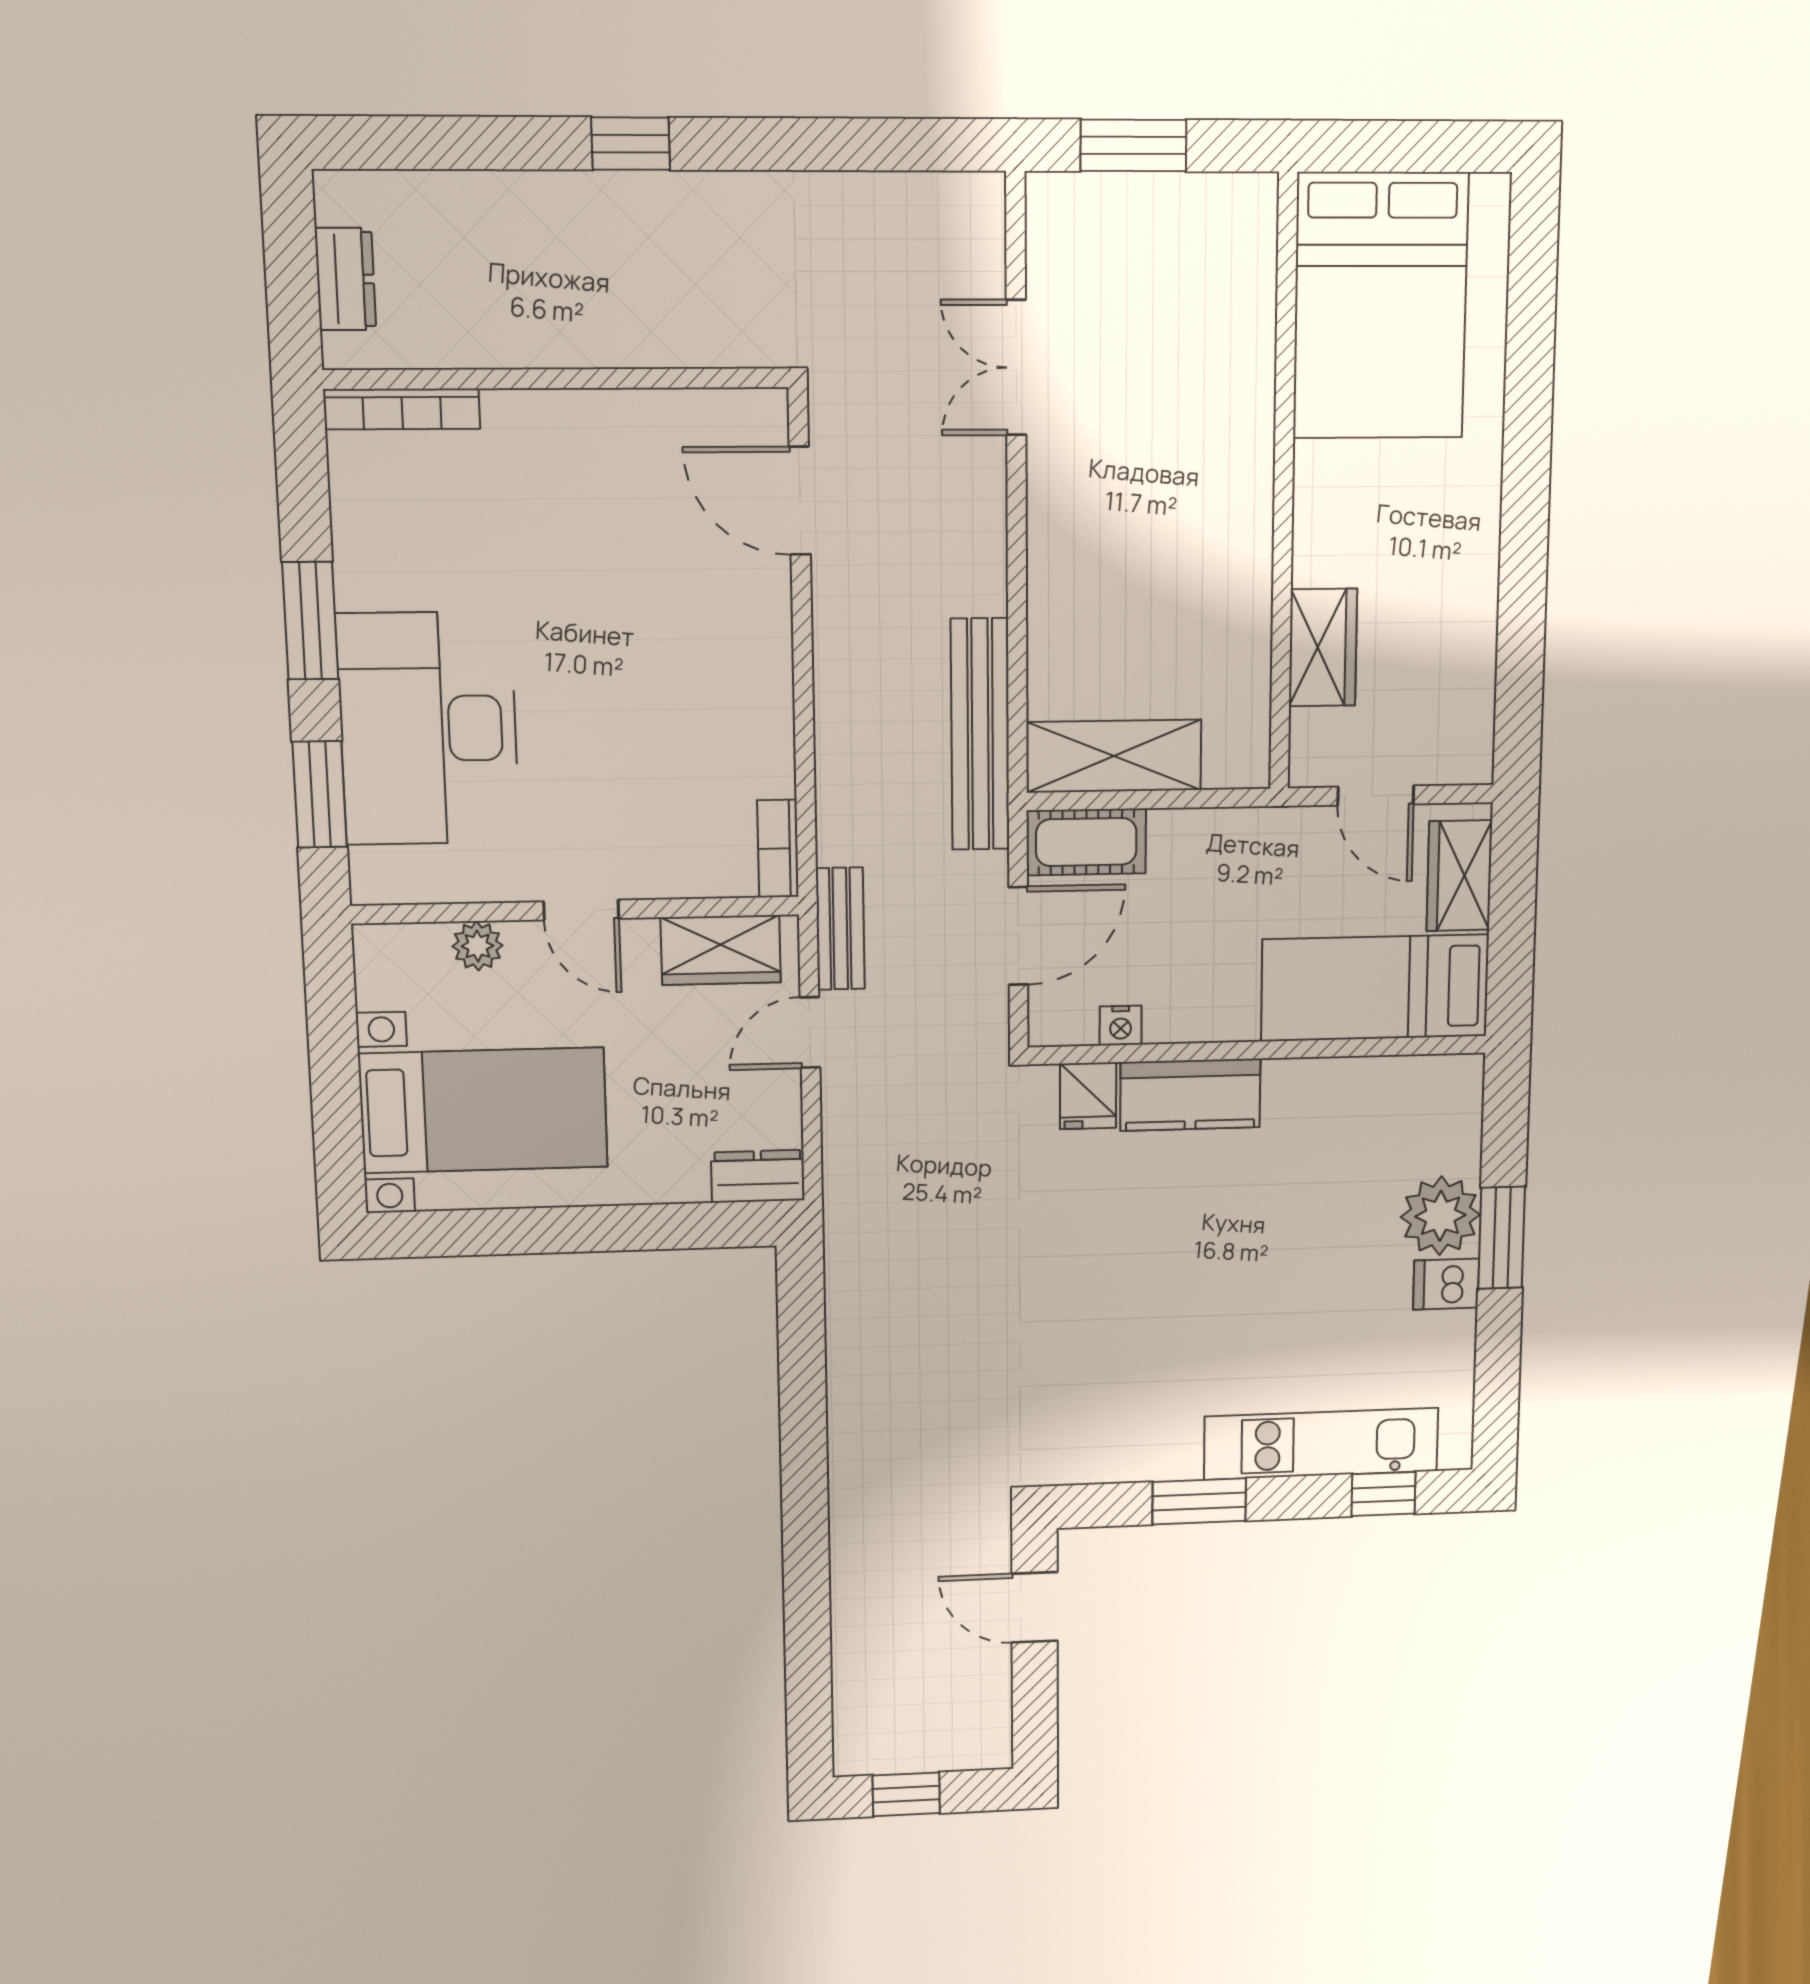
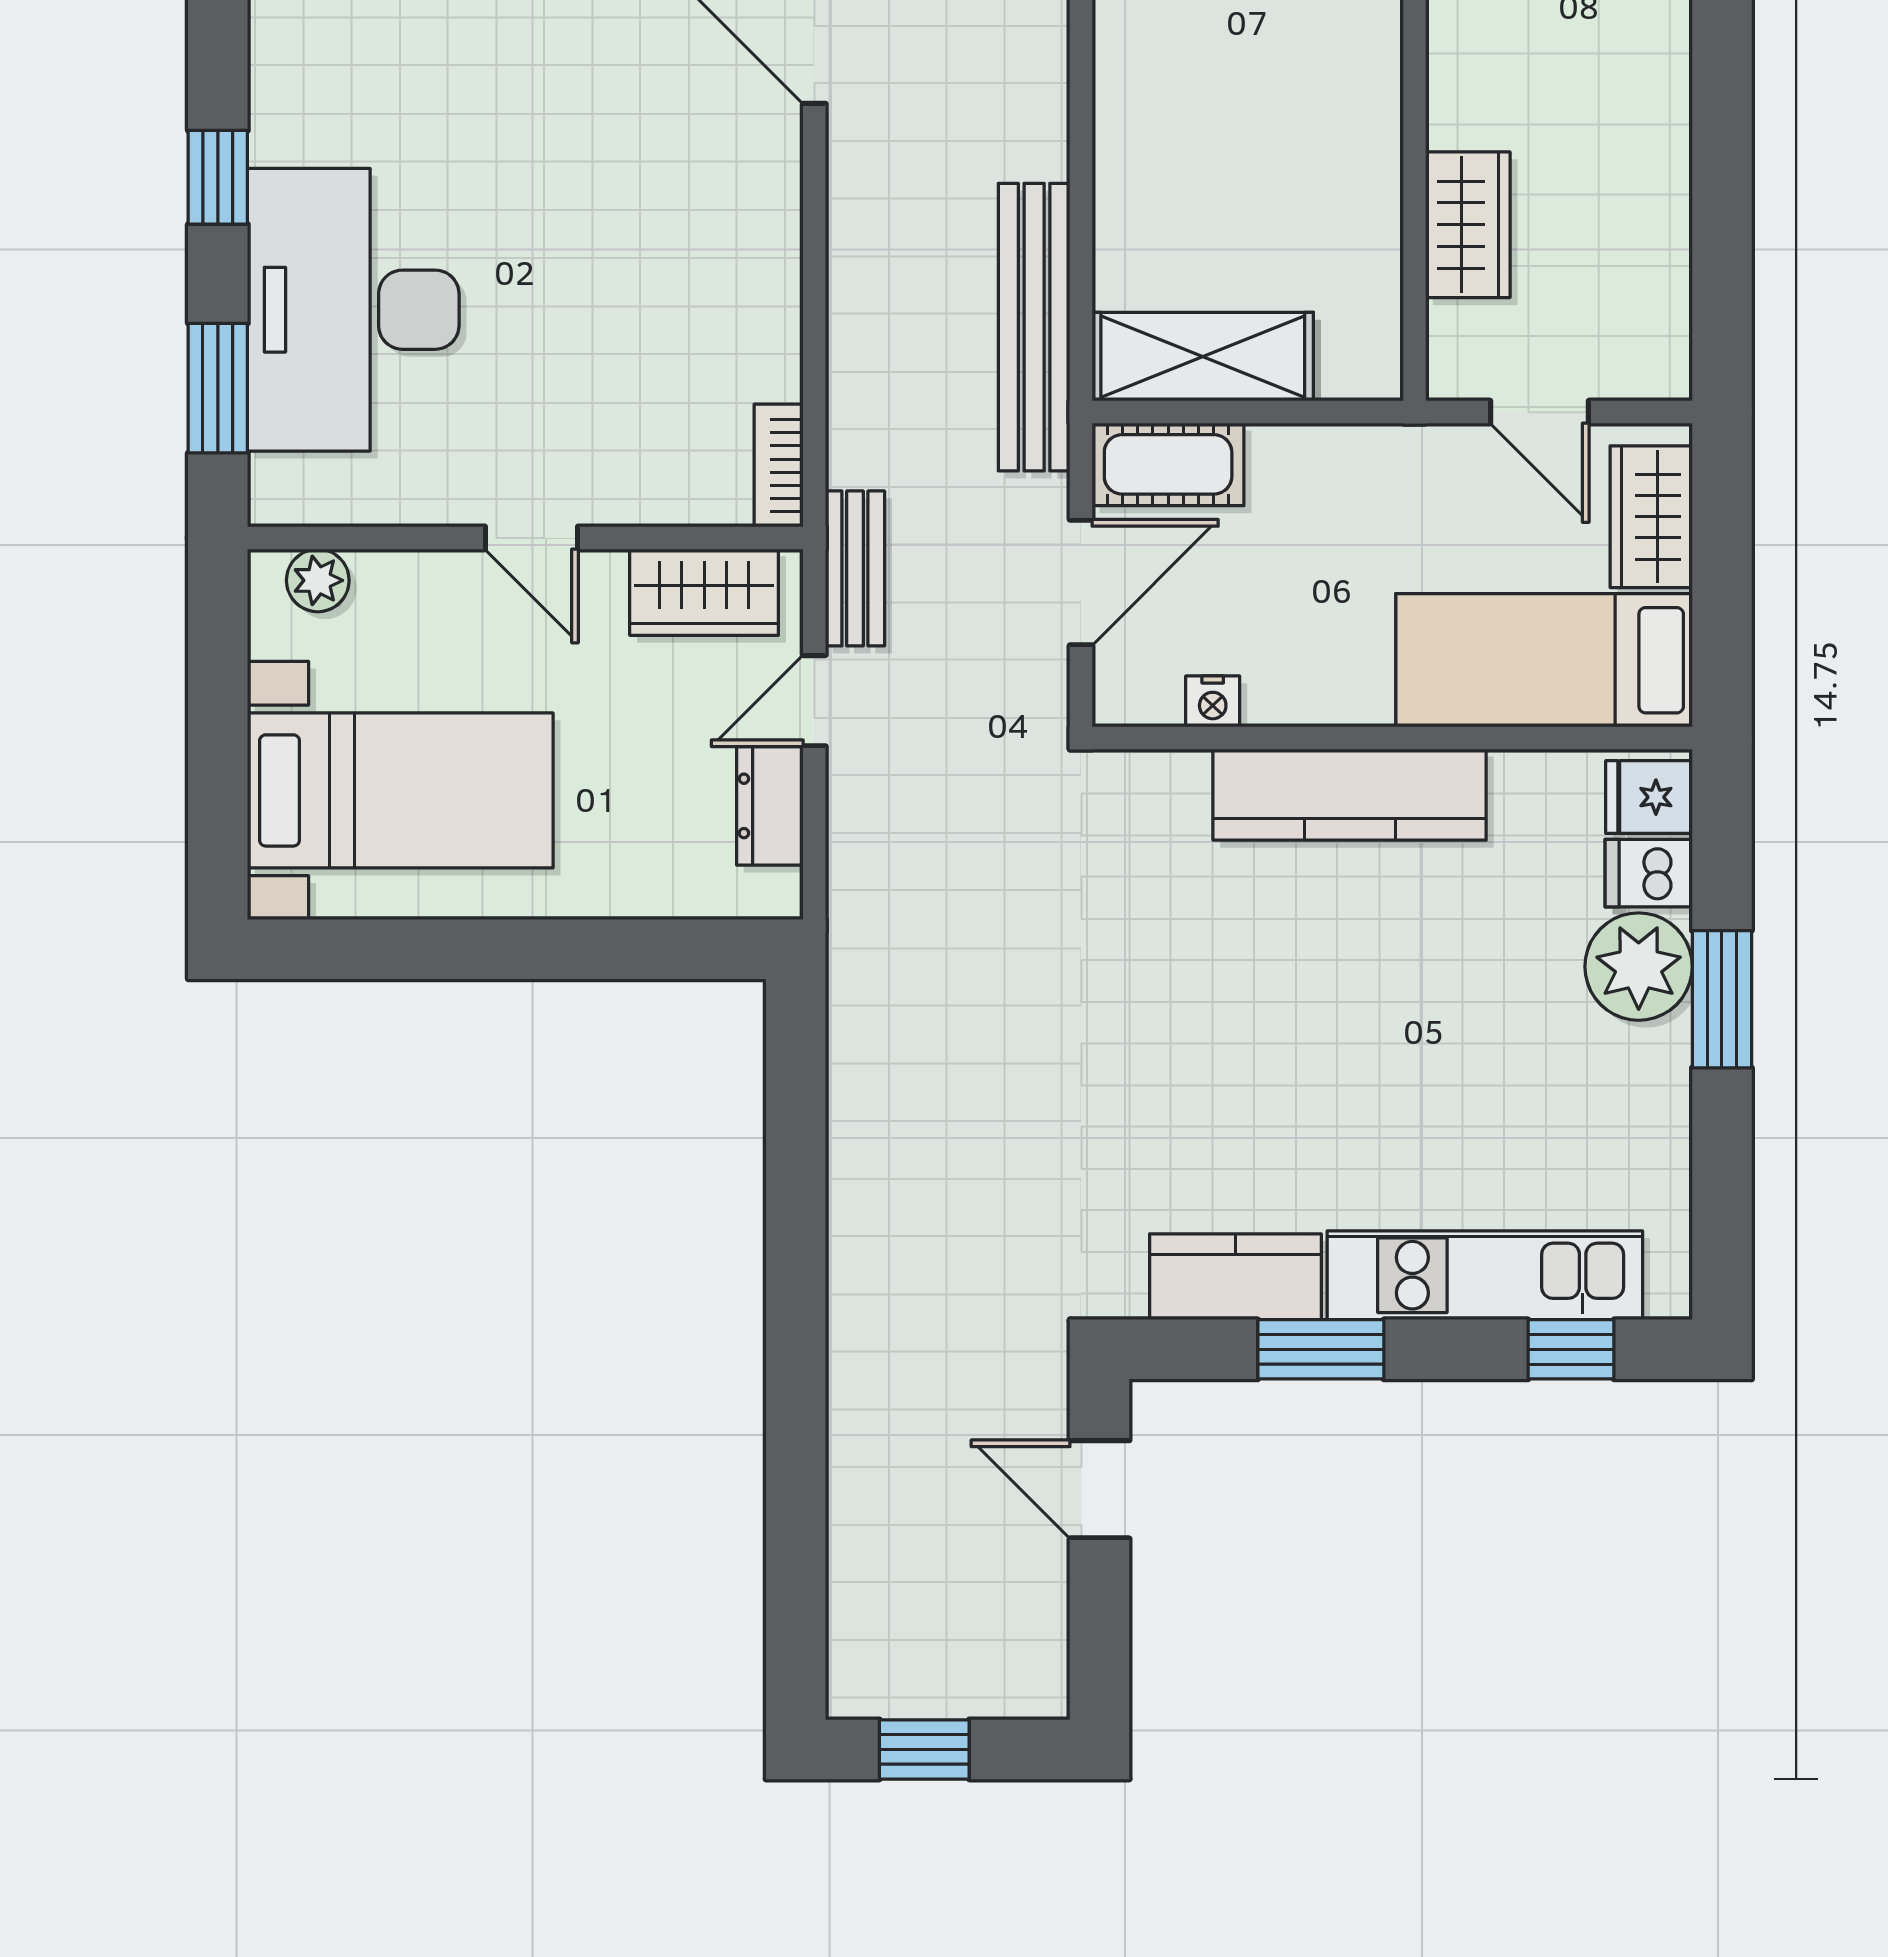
window: (310, 621) -> (218, 177), width x0.67
plant: (478, 946) -> (318, 580), moved
kitchen counter: (1190, 1095) -> (1350, 795), width x1.50
fridge: (1088, 1096) -> (1649, 797), moved, turned 90
dresser: (758, 1176) -> (770, 806), moved, turned -90
dishwasher: (1446, 1284) -> (1649, 873), moved
kitchen counter: (1136, 1452) -> (1235, 1277), added

